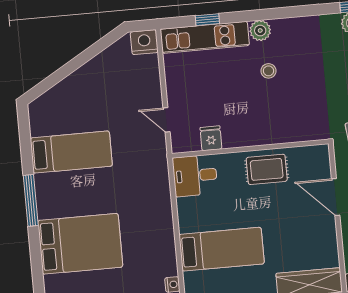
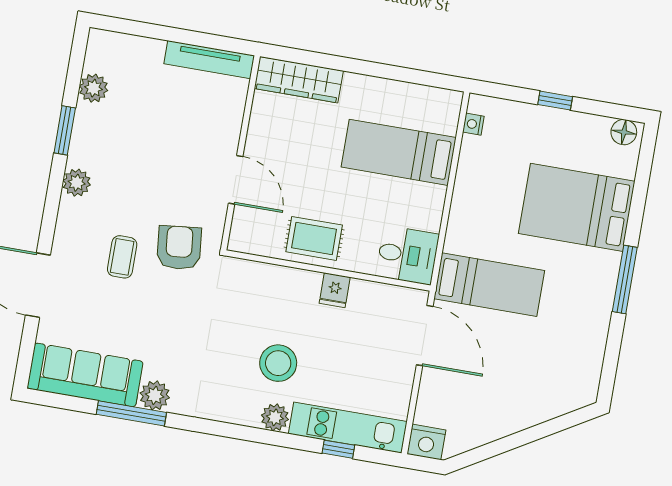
stool: (268, 71) -> (278, 363), width x1.89, depth x1.89
door: (166, 120) -> (425, 336), width x1.88
fridge: (211, 138) -> (335, 290), moved
bed: (71, 152) -> (489, 285), moved, turned 180

